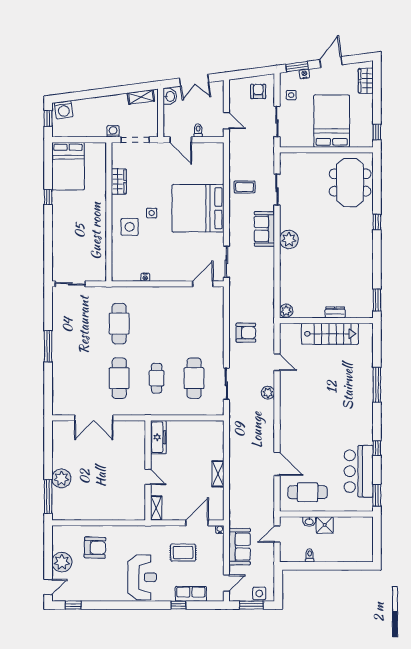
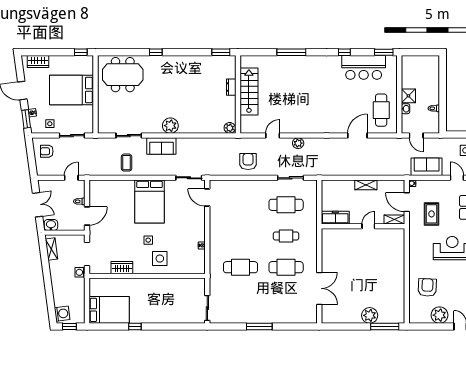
bed: (198, 208) -> (150, 201), width x0.73
freezer: (158, 437) -> (335, 218), moved
wall: (148, 470) -> (363, 226), moved
door: (148, 477) -> (368, 226), moved
shelving: (156, 508) -> (394, 220), moved

